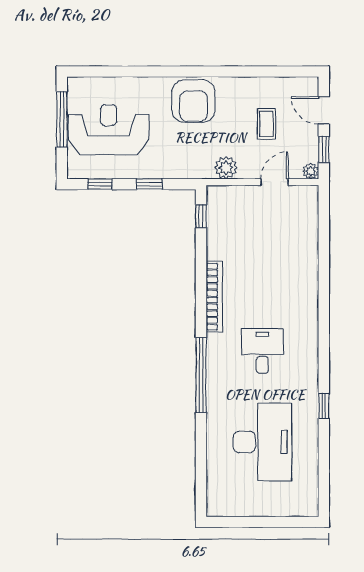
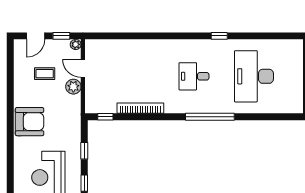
plant: (226, 168) -> (73, 87), moved
bookcase: (214, 297) -> (140, 108), moved
window: (324, 406) -> (219, 36), moved
desk: (262, 442) -> (254, 76), turned -90

